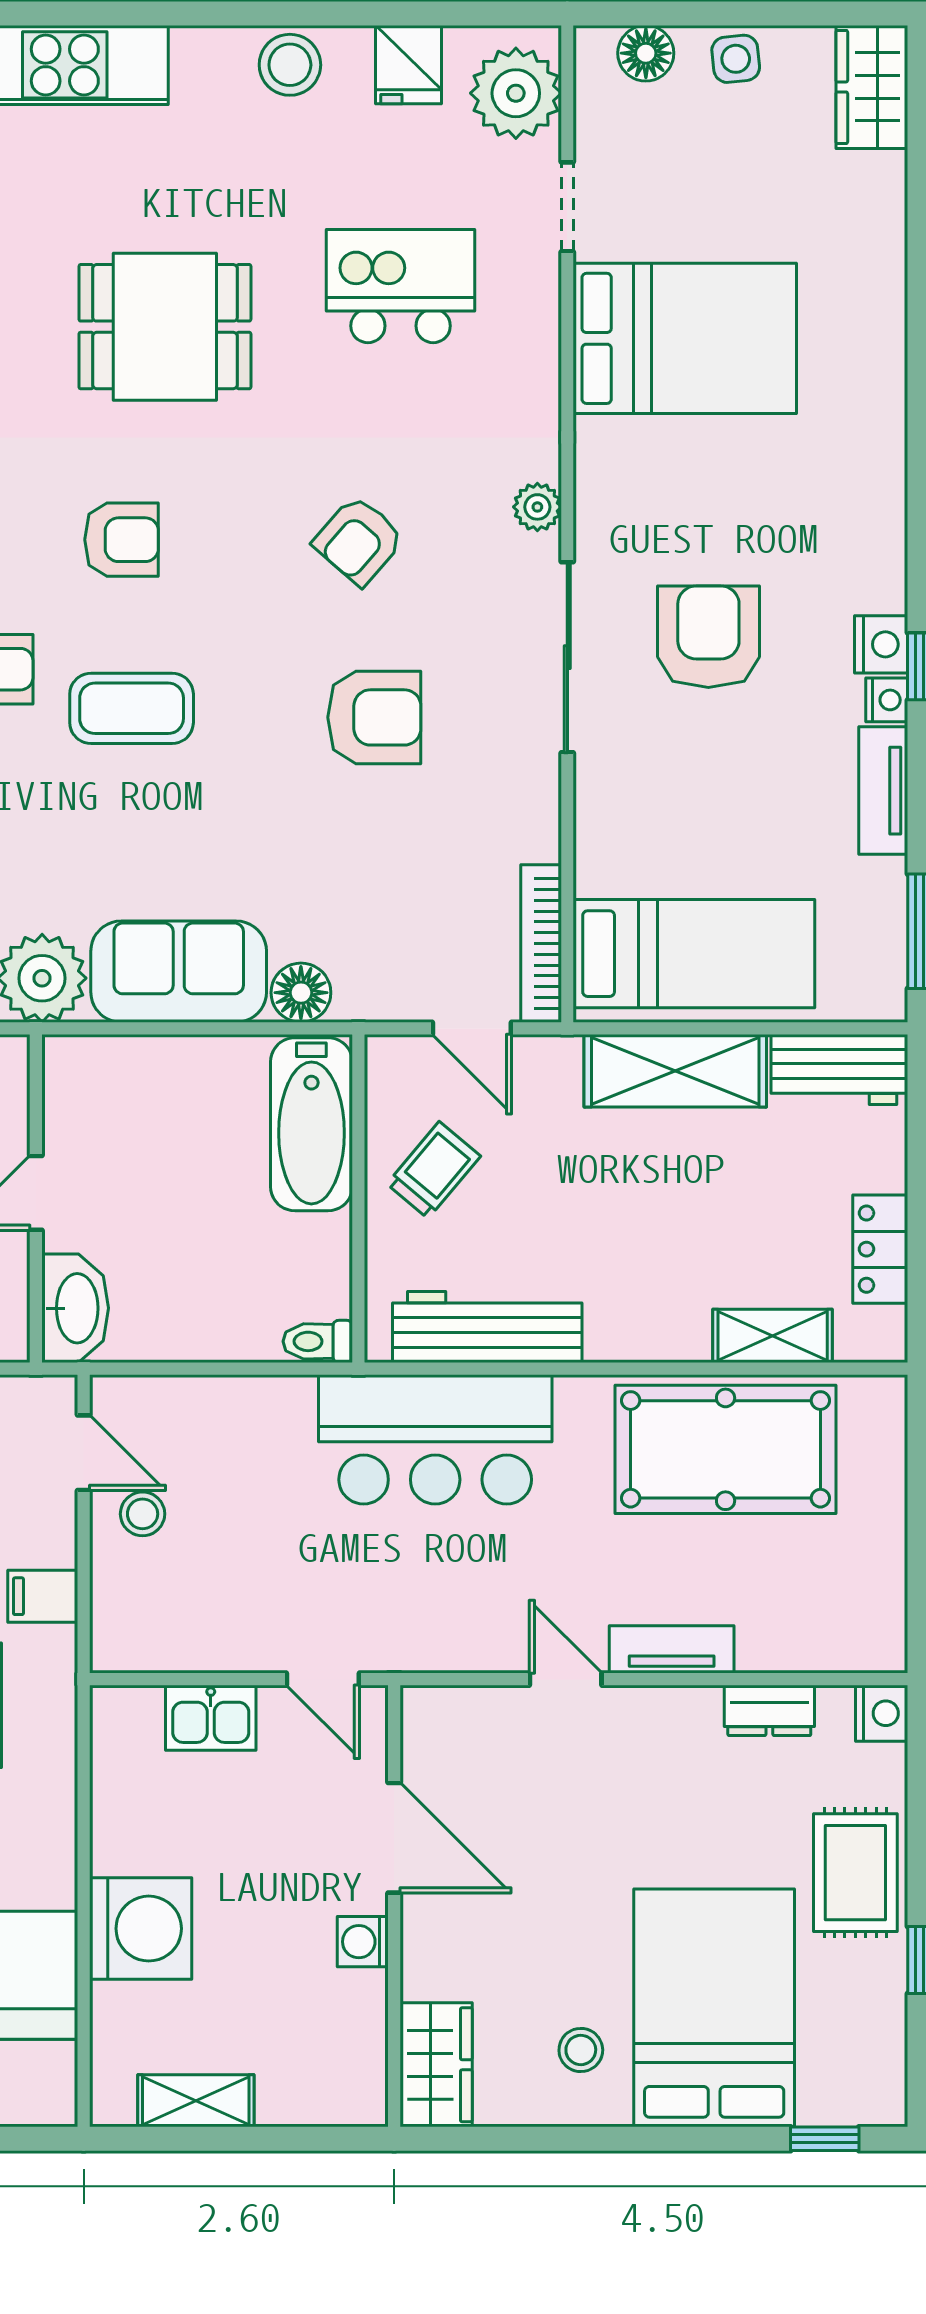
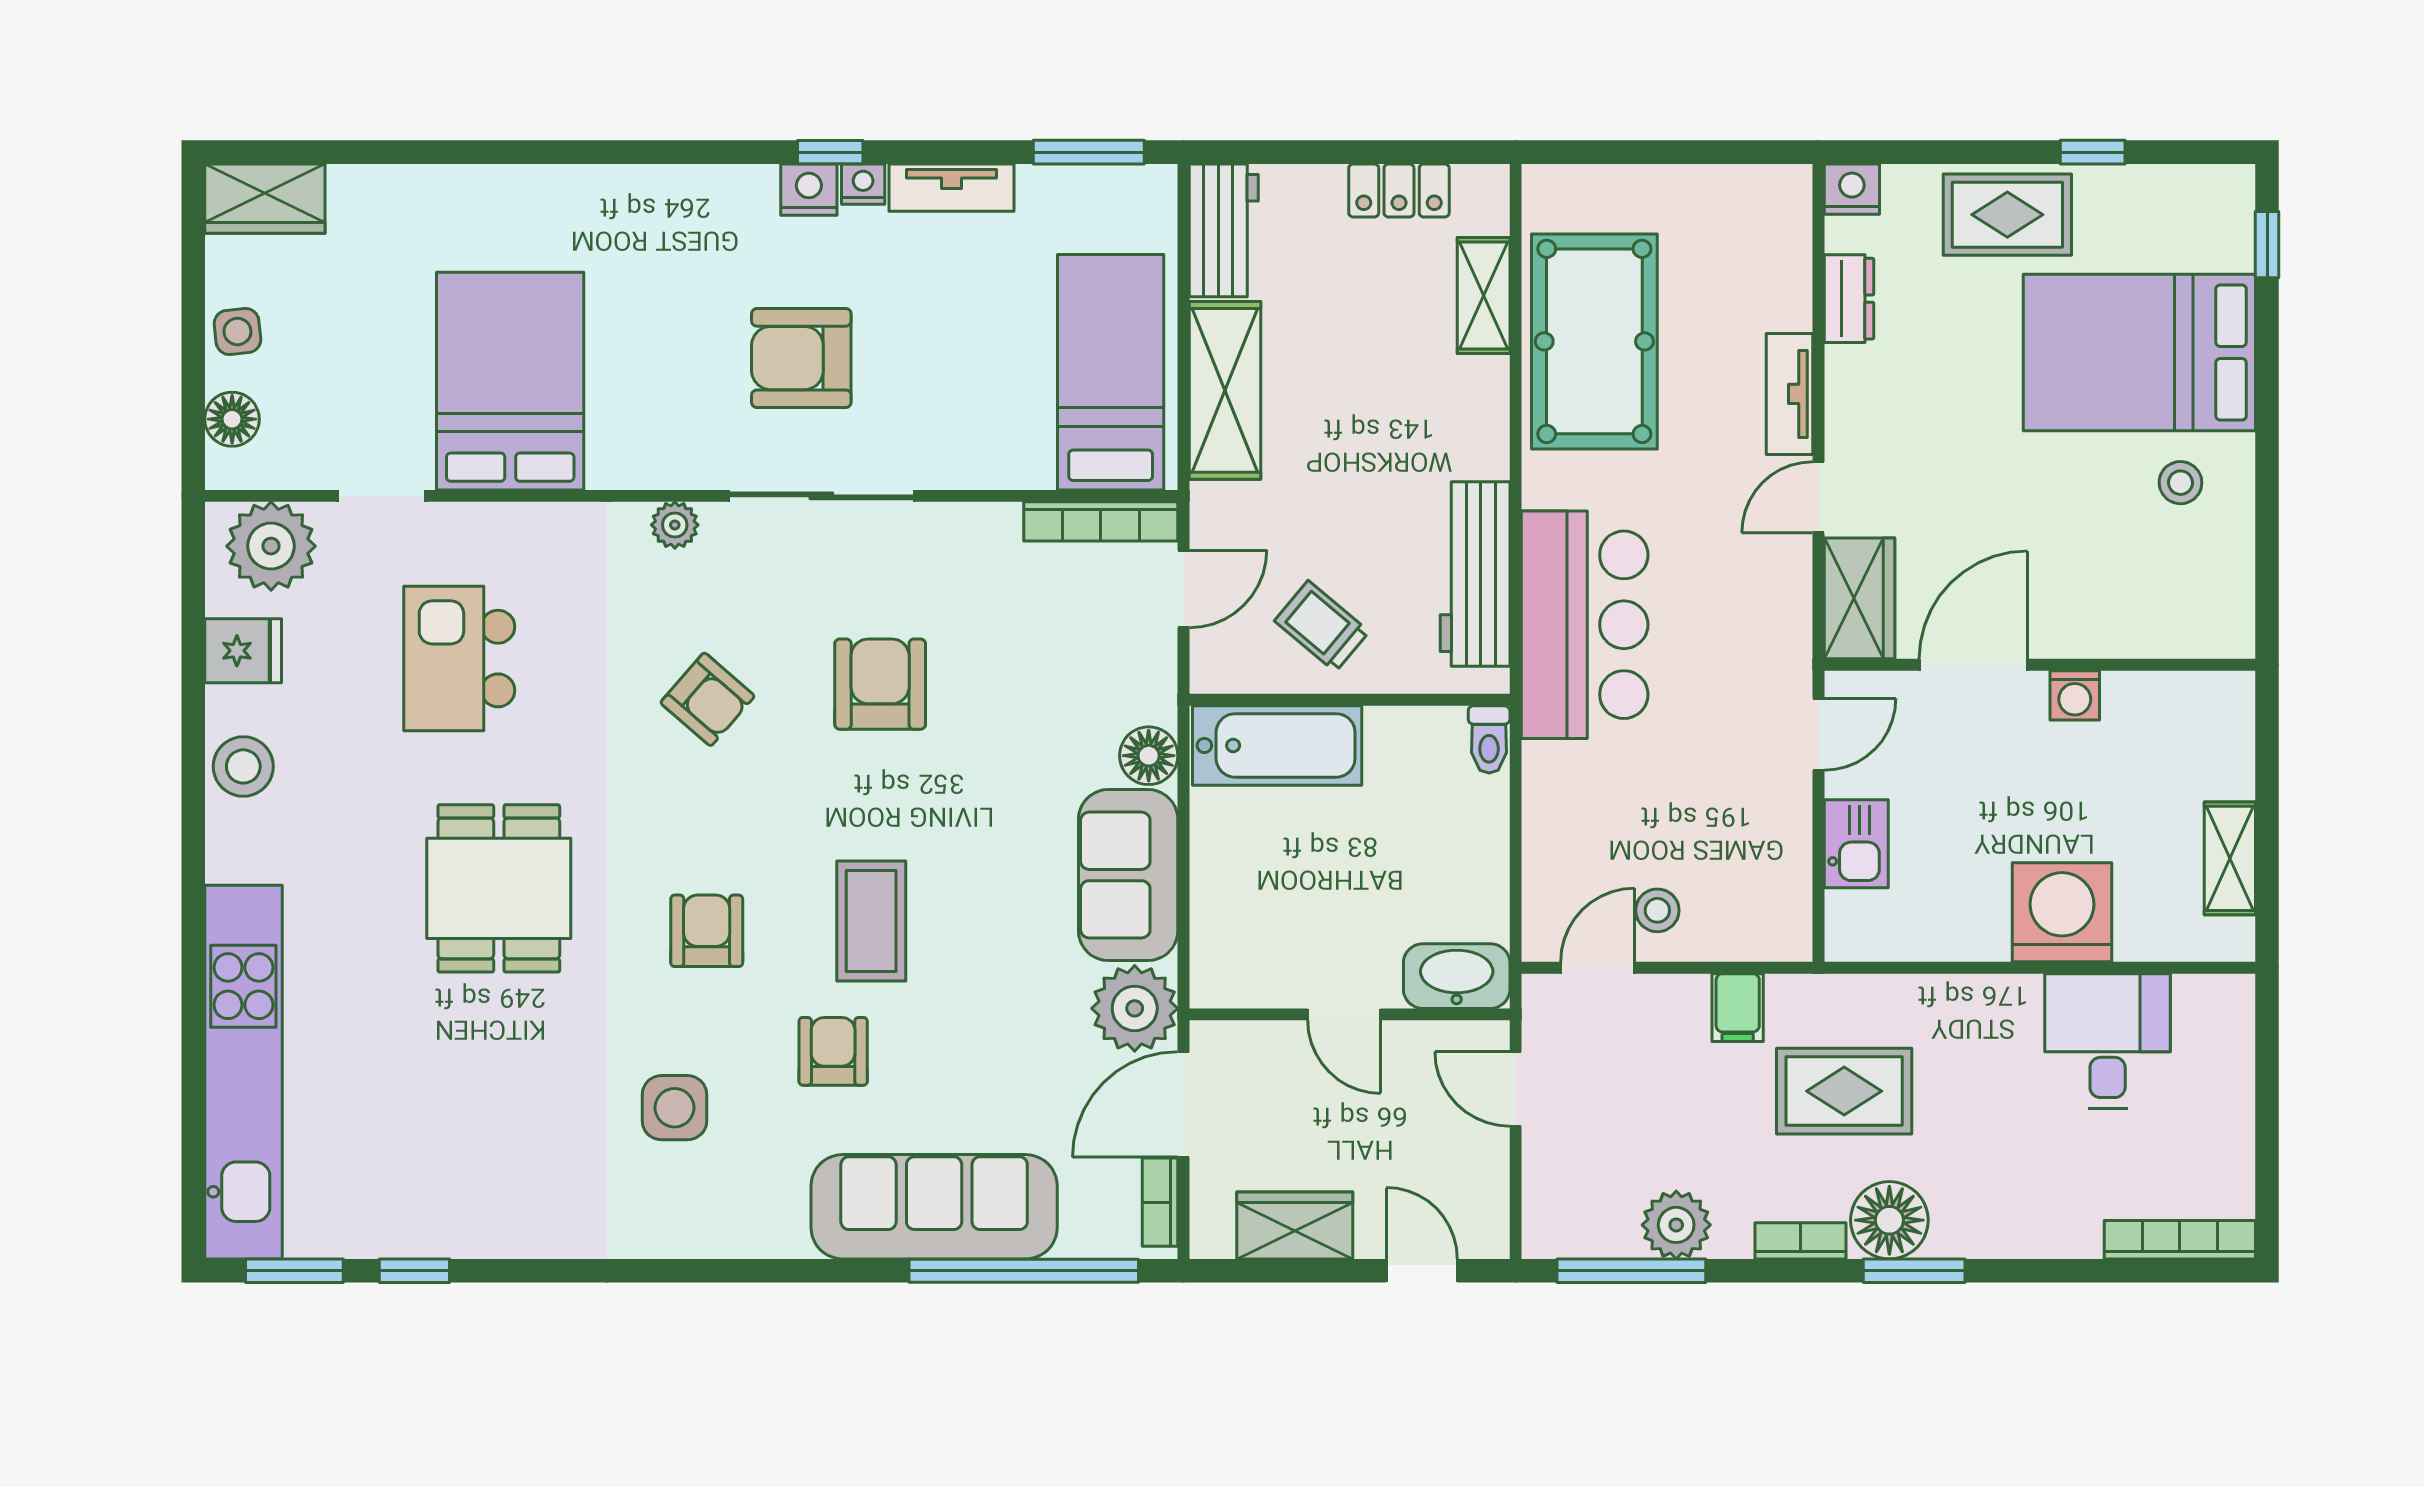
wardrobe: (436, 2065) -> (1859, 598), moved, turned 90

